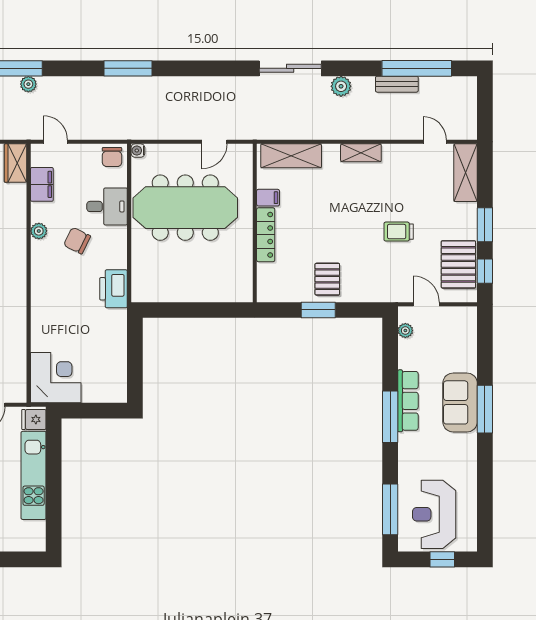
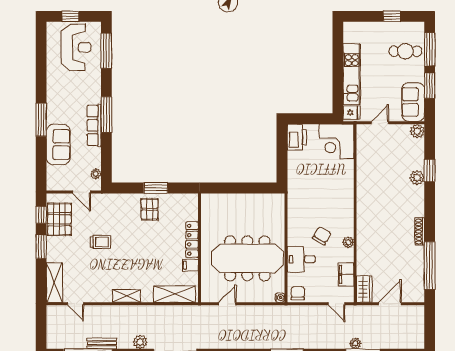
chair: (77, 241) -> (322, 236), turned -85
printer: (113, 289) -> (297, 137), moved
sofa: (460, 402) -> (58, 145), moved

